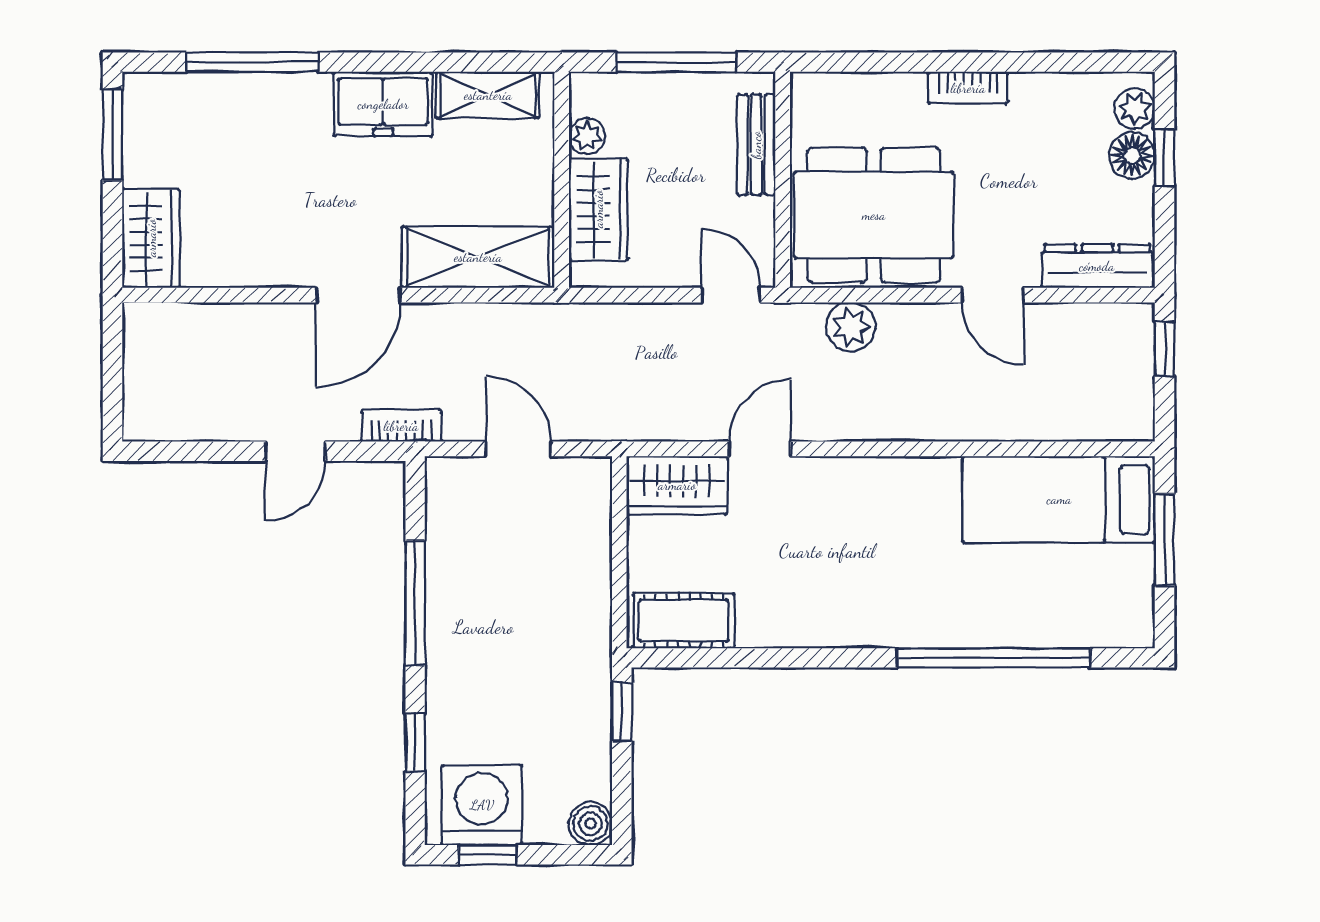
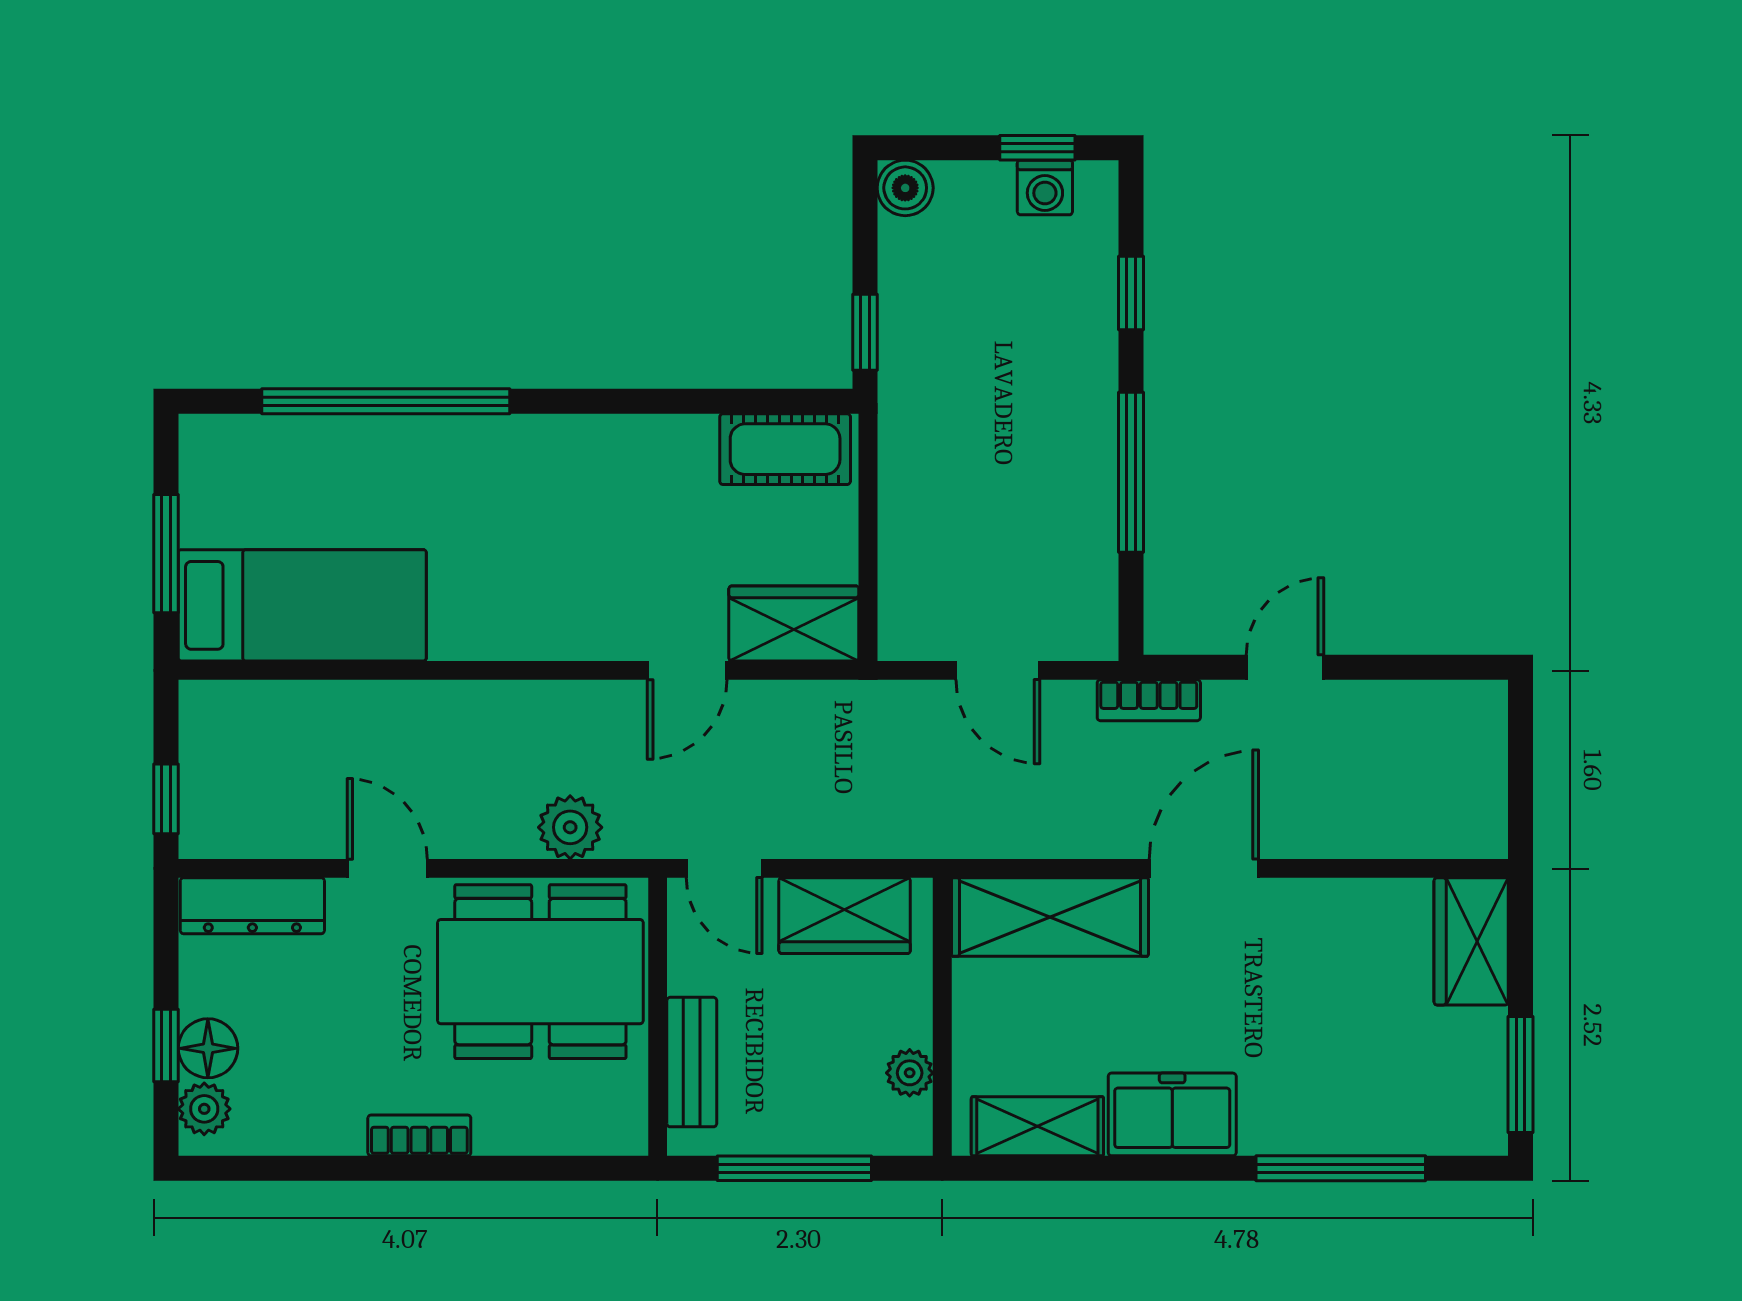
wardrobe: (598, 209) -> (845, 916), moved, turned -90
washing machine: (482, 805) -> (1045, 187), width x0.53, depth x0.53

